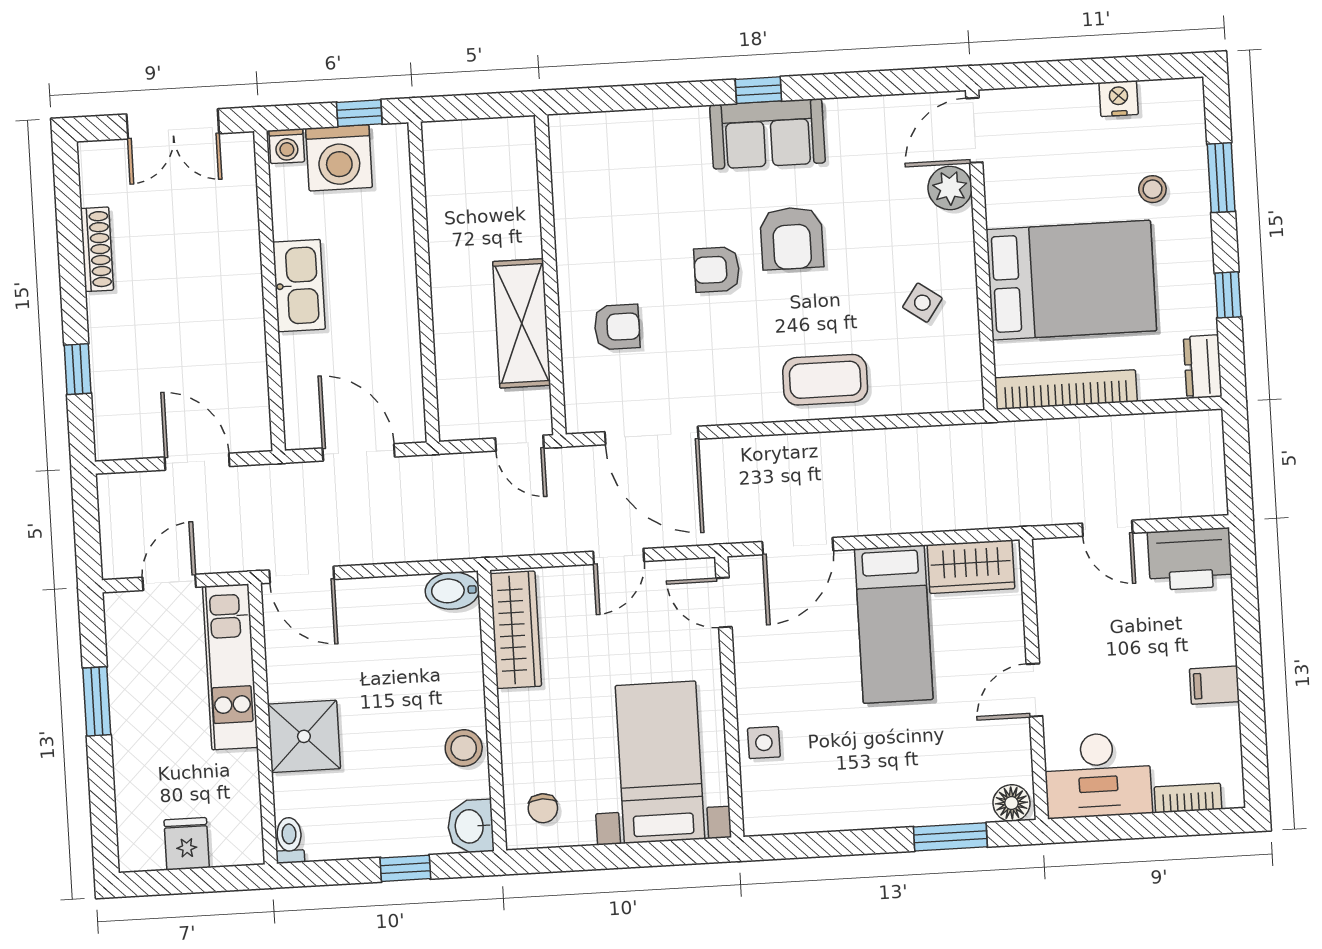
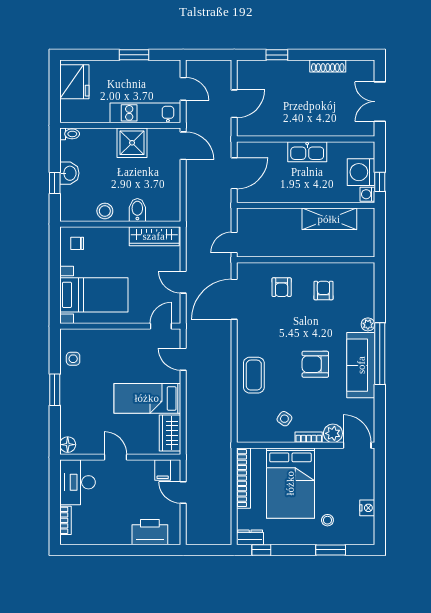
window: (758, 90) -> (380, 354), width x3.17
plant: (692, 121) -> (368, 324), added
sofa: (768, 134) -> (361, 365), width x1.36
washing machine: (287, 146) -> (367, 194), moved
bookcase: (962, 244) -> (309, 437), added
armchair: (717, 270) -> (323, 291), moved
window: (1228, 295) -> (261, 550), moved
shelving: (522, 323) -> (329, 219), moved
door: (1107, 528) -> (183, 492), hinge flipped
door: (798, 546) -> (183, 359), width x0.73
printer: (1190, 559) -> (150, 532), moved, turned 90
door: (302, 575) -> (183, 146), swing flipped
bidet: (452, 591) -> (137, 210), moved
filing cabinet: (1214, 685) -> (163, 470), moved, turned 180
shower: (304, 736) -> (132, 143), moved
side table: (764, 743) -> (73, 359), moved
washbasin: (471, 826) -> (69, 173), moved, turned 90
window: (950, 837) -> (55, 390), moved
fridge: (187, 844) -> (74, 82), width x1.88, depth x1.34

